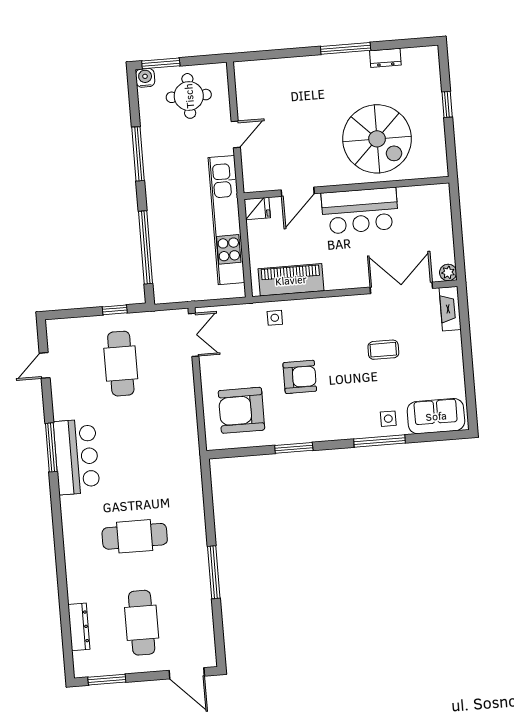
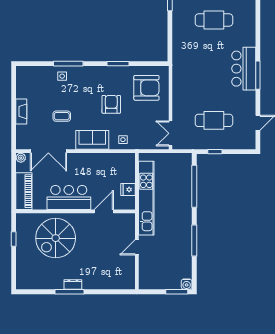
dresser: (385, 58) -> (73, 284), moved
round table: (189, 96) -> (162, 272), removed
window: (447, 104) -> (14, 239), moved
spiral stairs: (377, 139) -> (56, 238), turned -90
fridge: (257, 208) -> (128, 190), moved
piano: (291, 280) -> (24, 191), moved, turned -90
fireplace: (450, 309) -> (21, 111), moved
cafe table: (121, 364) -> (214, 120), turned 90
armchair: (300, 377) -> (111, 104), turned 90
sofa: (436, 416) -> (92, 140), moved, turned 180

